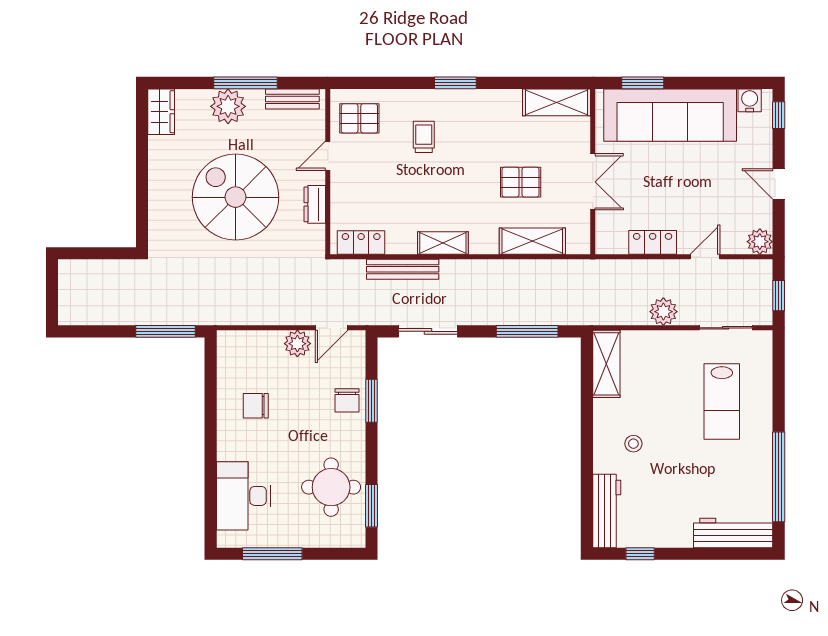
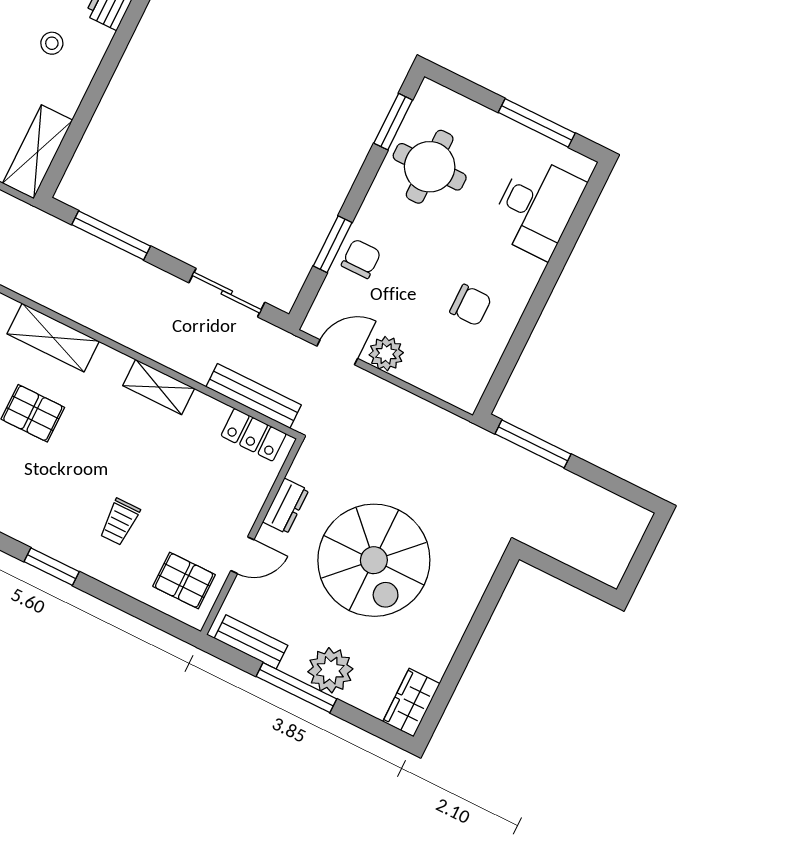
bench: (403, 269) -> (254, 396), moved

